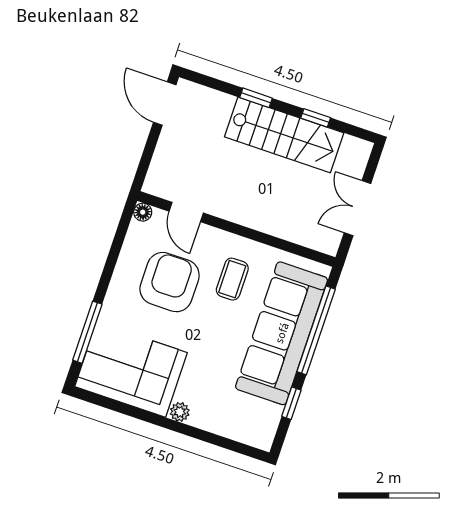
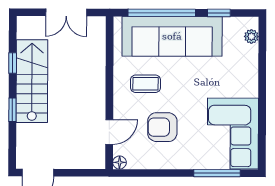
armchair: (170, 282) -> (162, 127), width x0.73, depth x0.73
plant: (180, 412) -> (251, 36), moved

